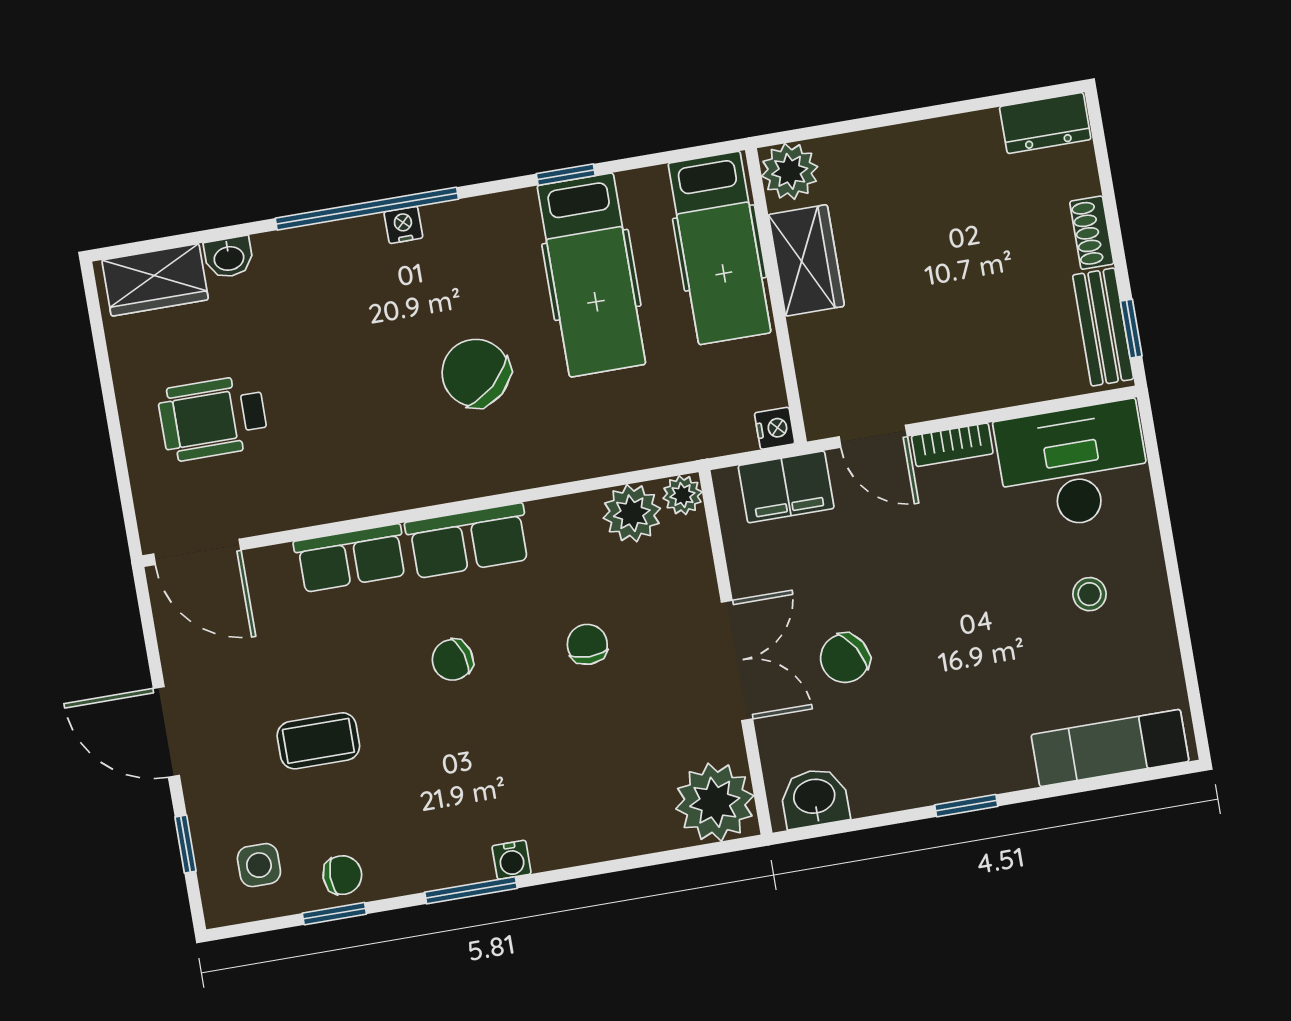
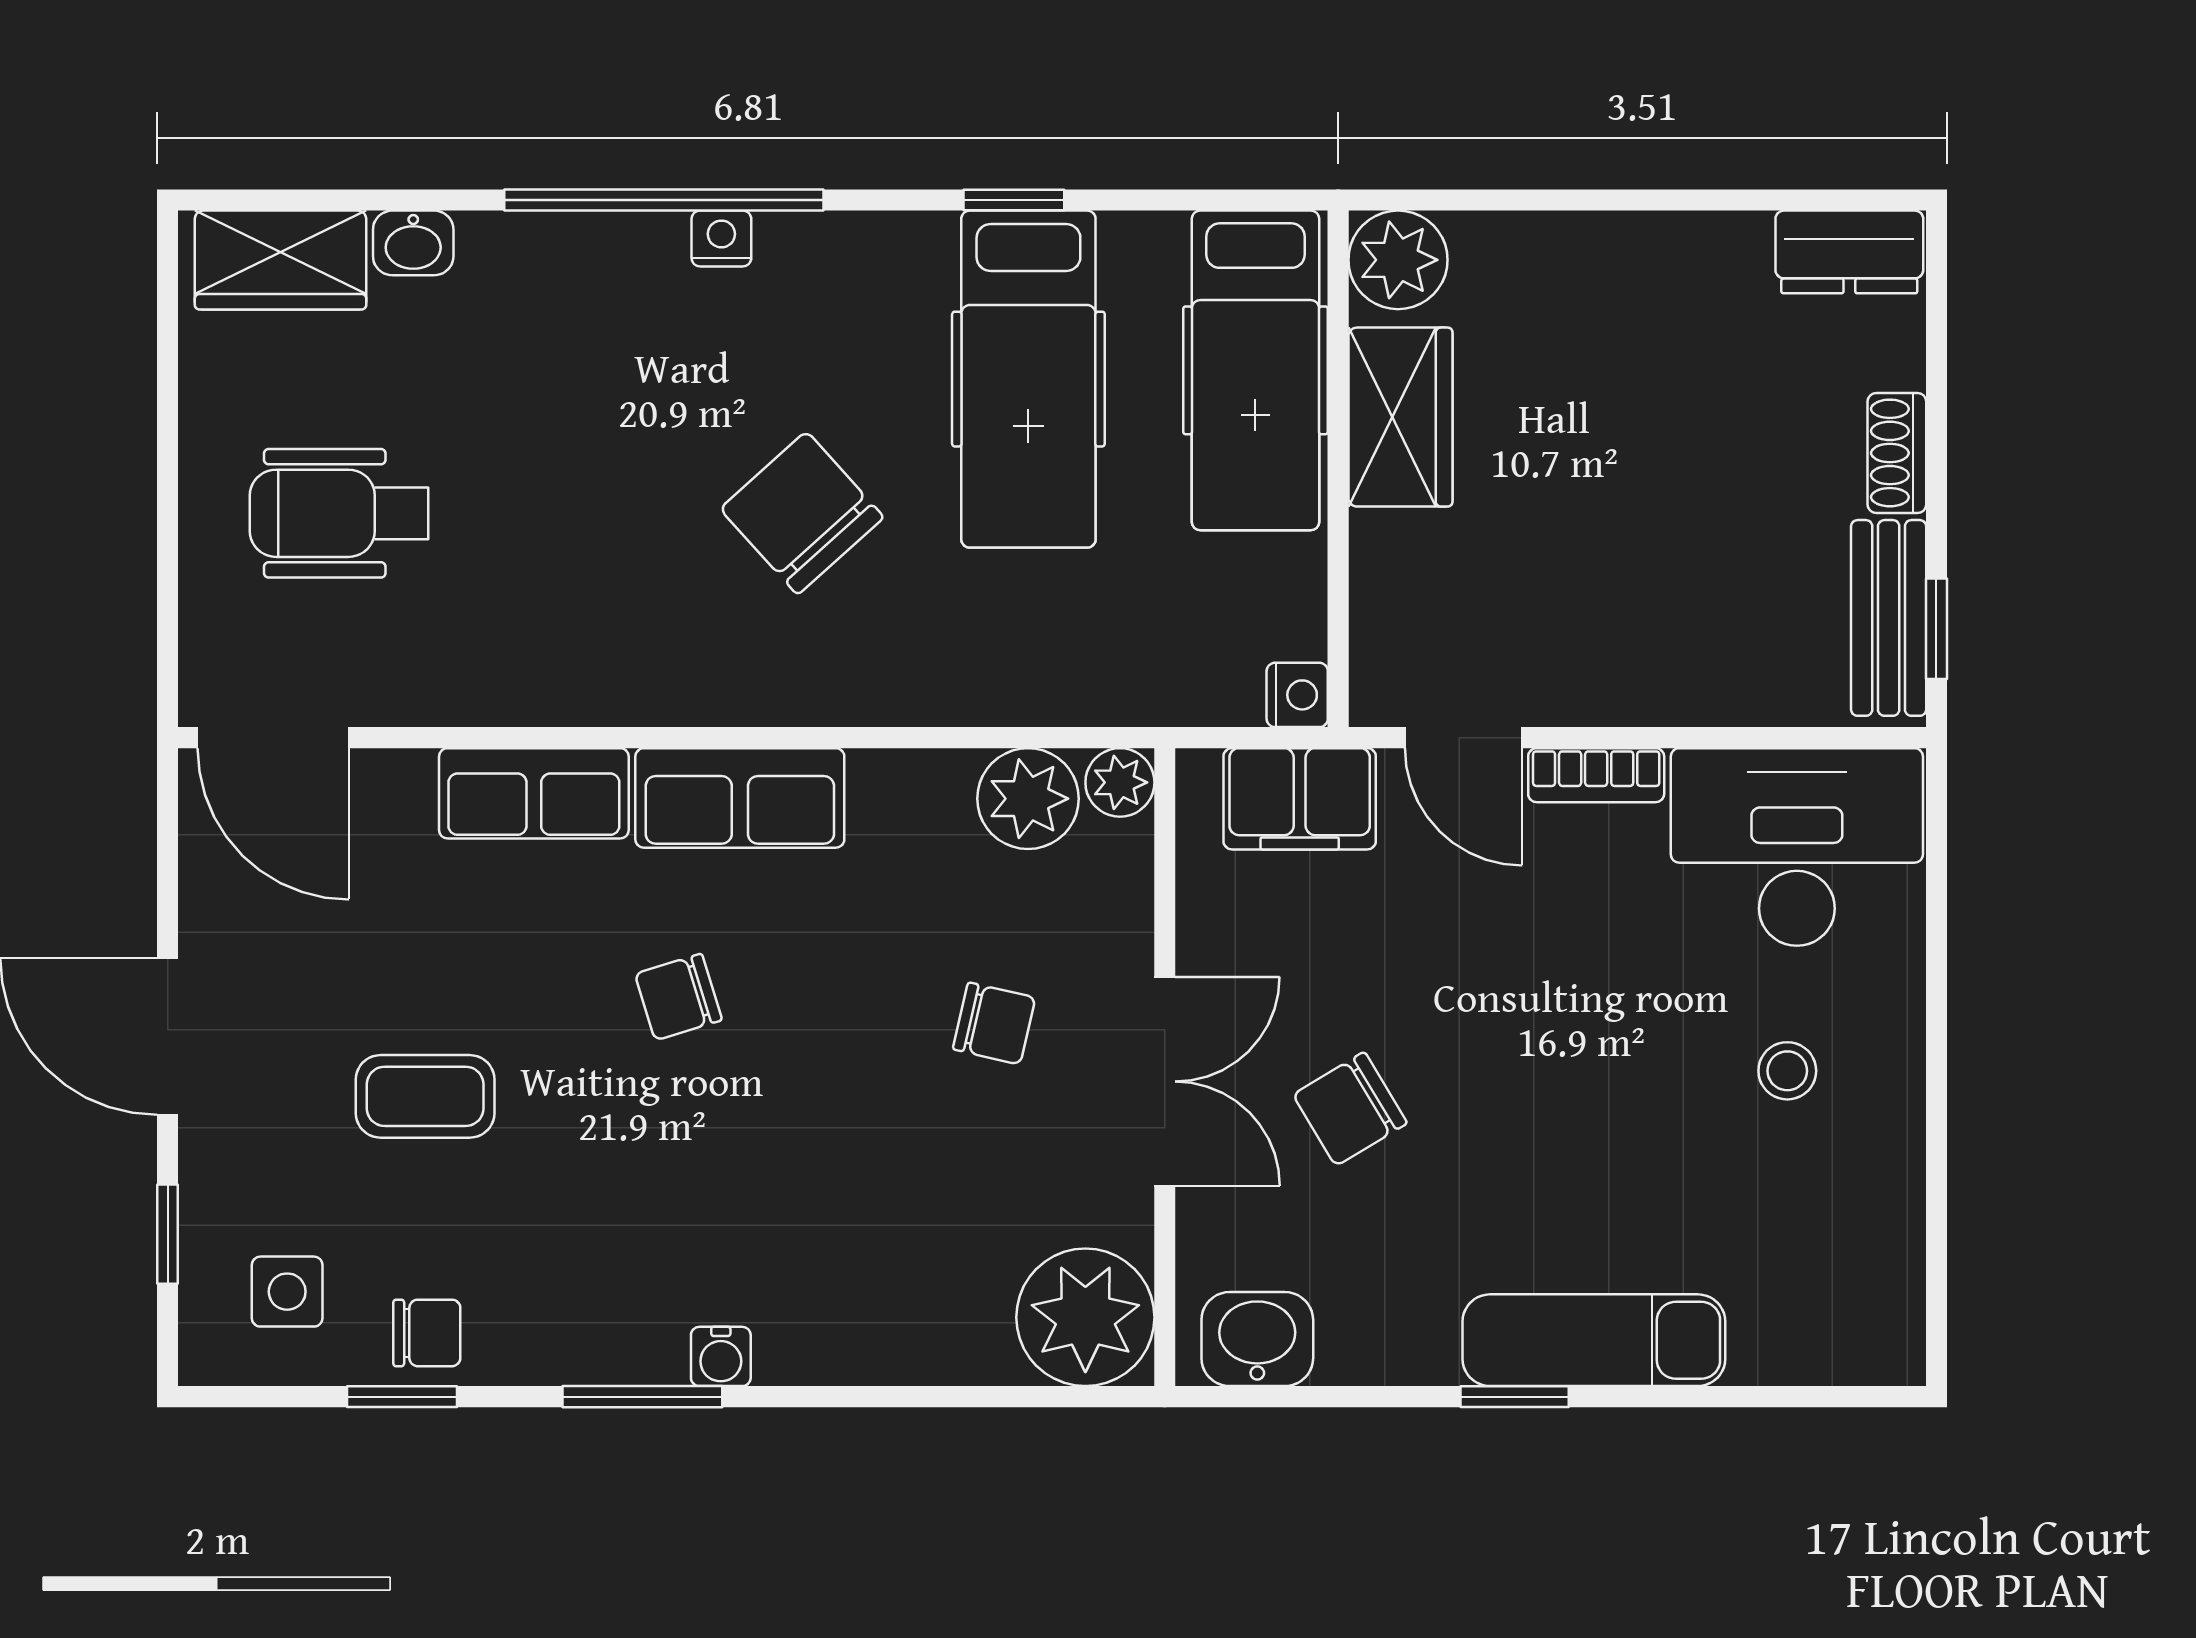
chair: (587, 644) -> (994, 1023), moved, turned 103
exam couch: (1110, 748) -> (1594, 1340), moved

